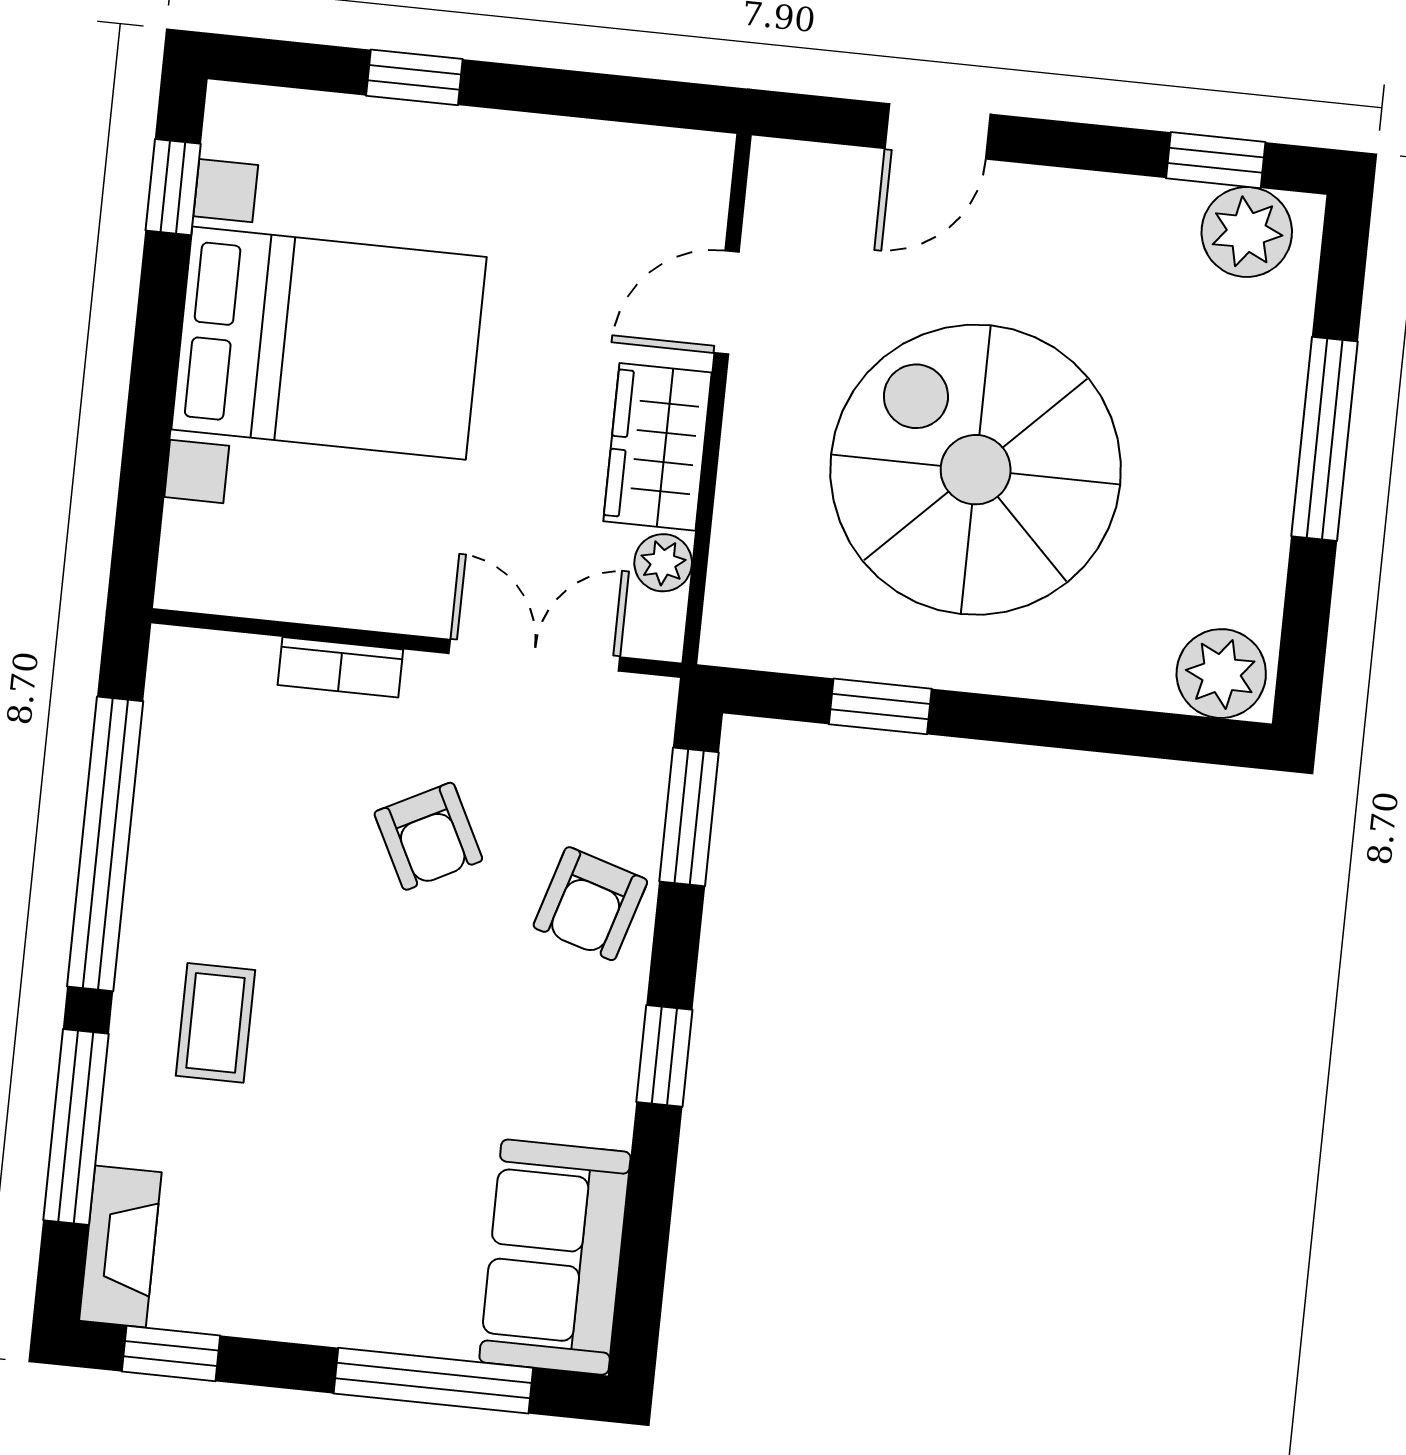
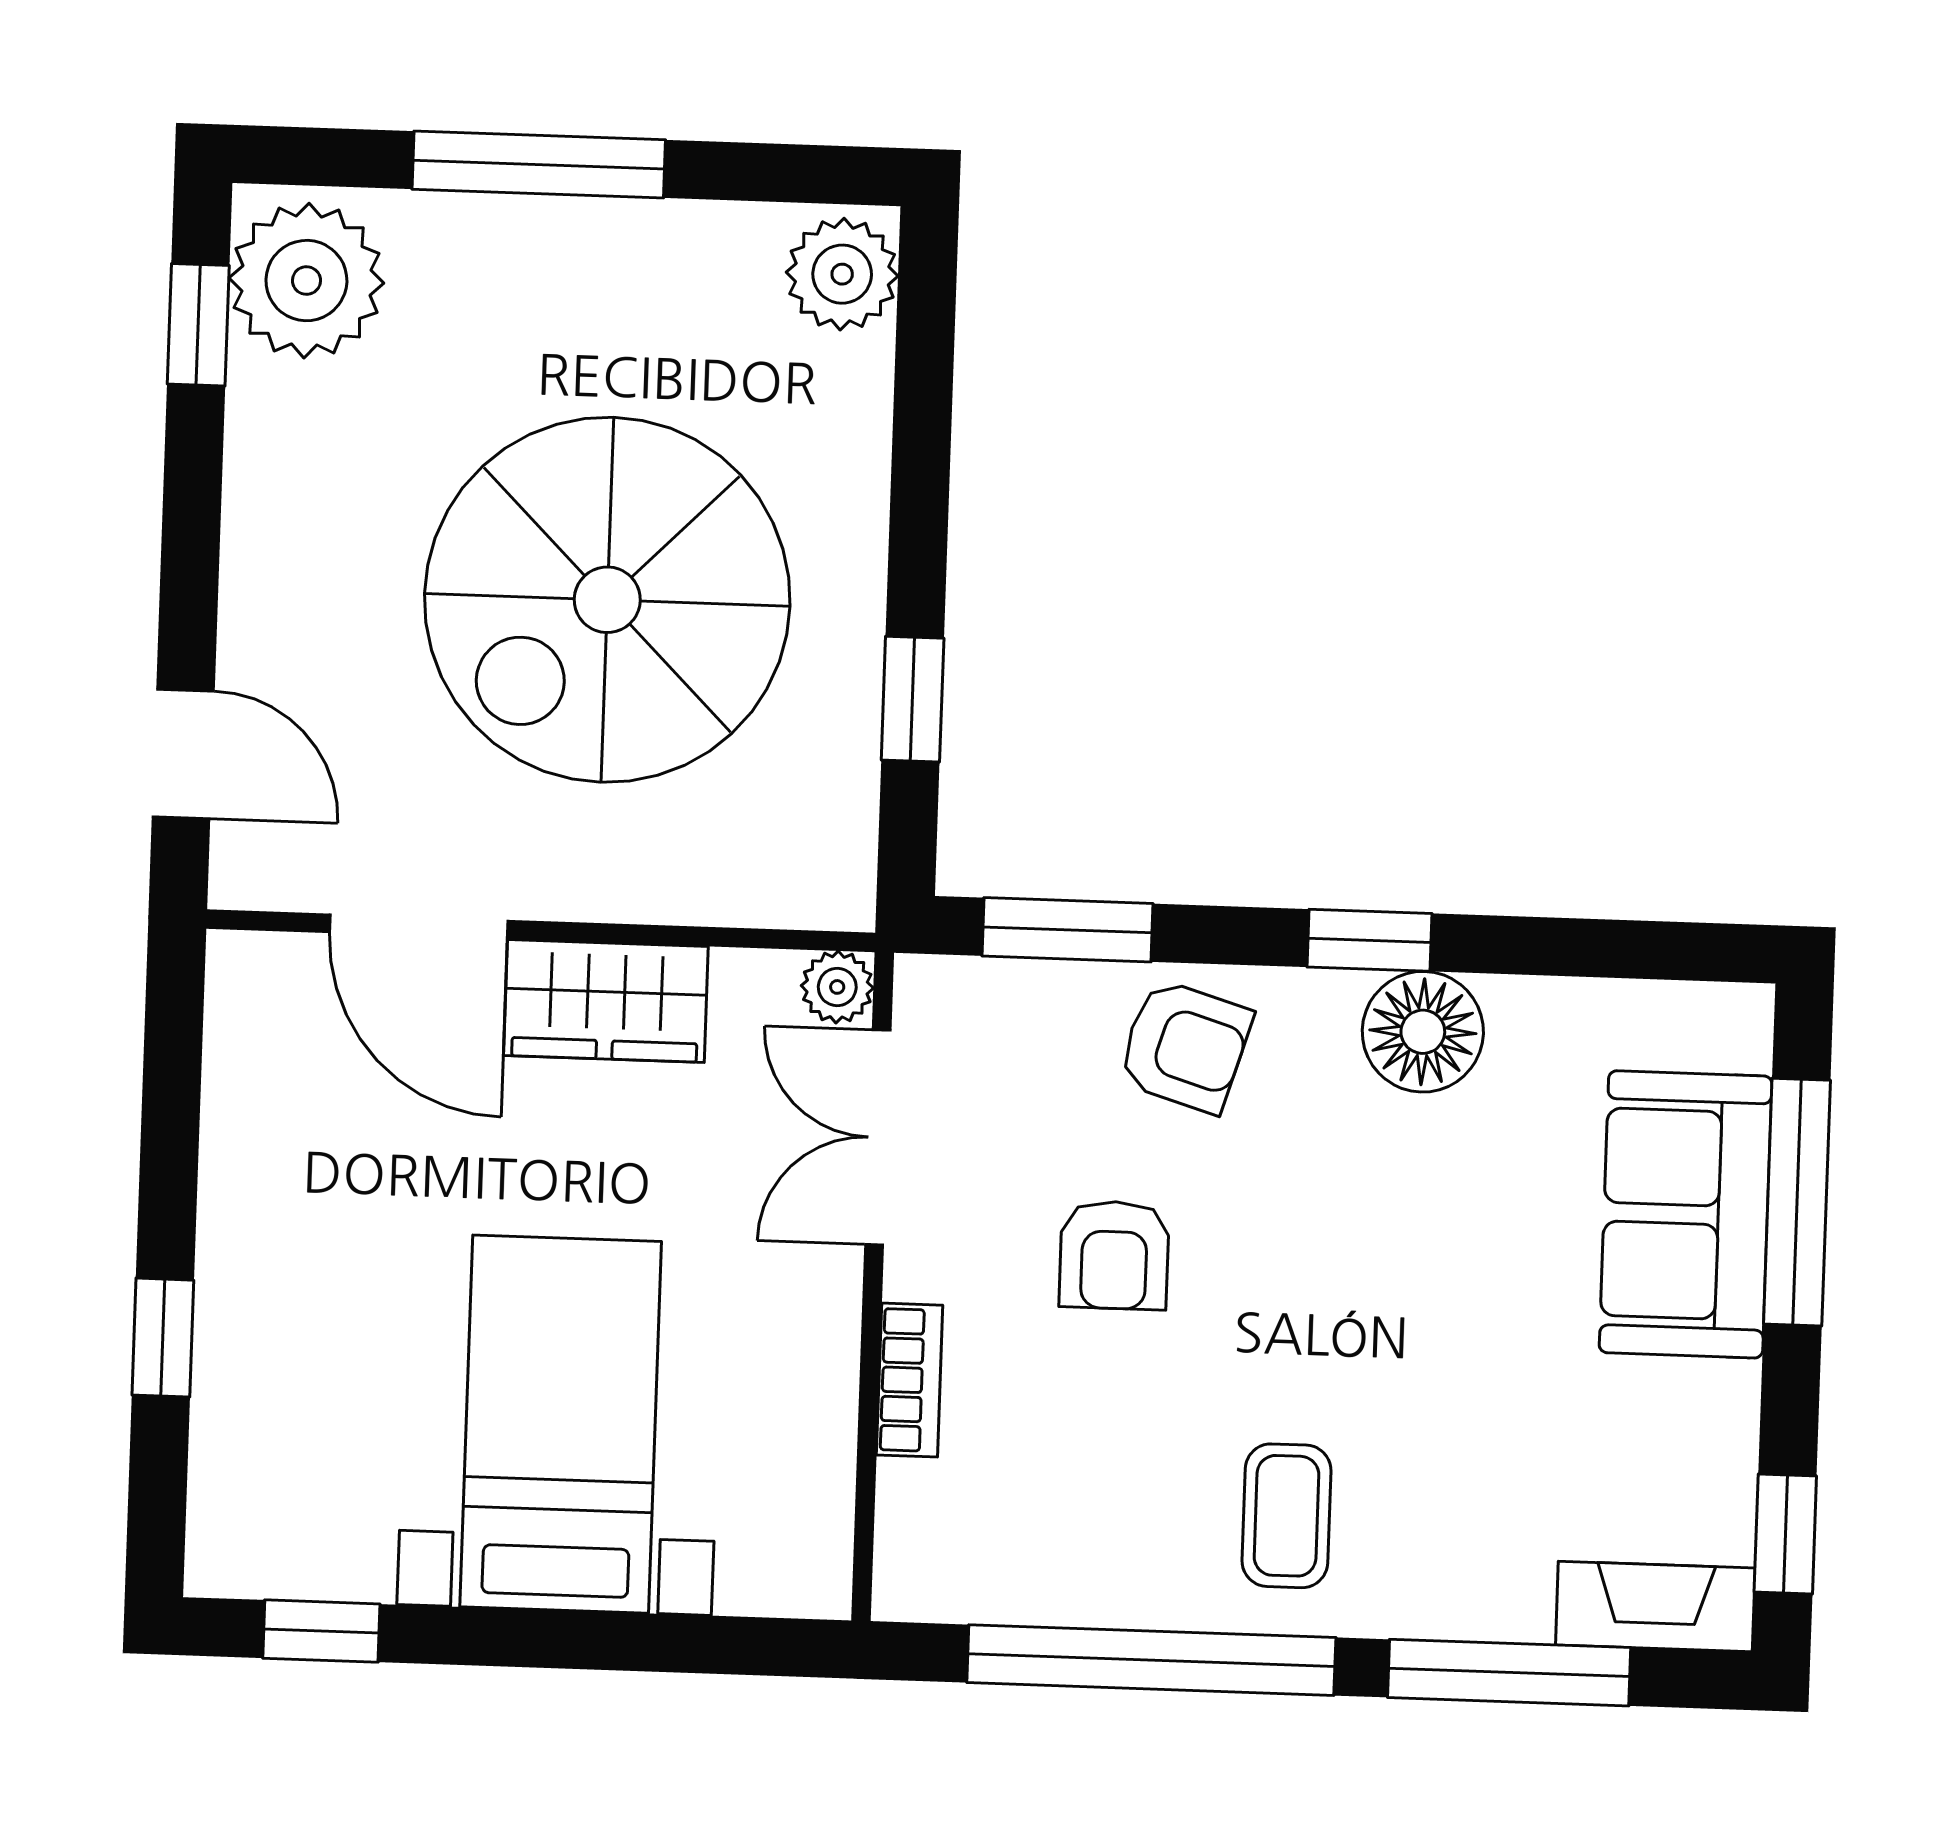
door: (938, 131) -> (183, 754), moved
plant: (1247, 232) -> (306, 281), width x1.36, depth x1.36
door: (727, 302) -> (419, 926), width x1.38
bed with nightstands: (329, 343) -> (561, 1424), width x0.73
plant: (663, 563) -> (837, 987), moved
armchair: (428, 836) -> (1114, 1255), turned 117
coffee table: (215, 1023) -> (1287, 1516), moved, turned 90
floor lamp: (589, 1093) -> (1423, 1032), added
sofa: (555, 1257) -> (1686, 1214), moved, turned 90

